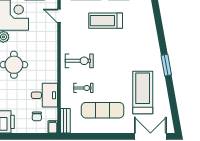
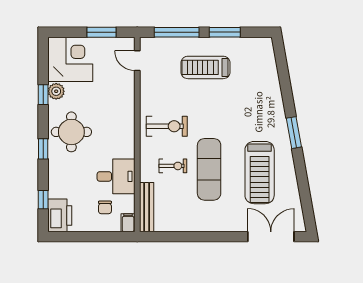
treadmill: (143, 93) -> (260, 173), turned 180
exercise mat: (103, 110) -> (209, 169), moved, turned 90
bench: (65, 121) -> (147, 207), width x1.36

